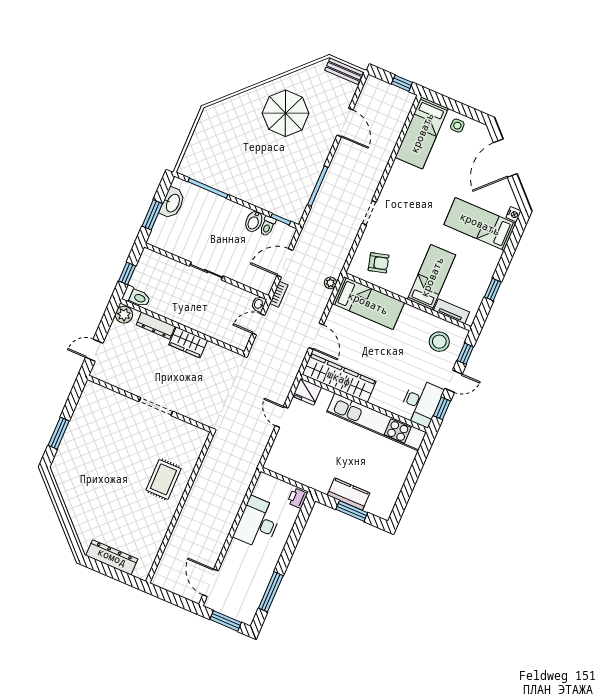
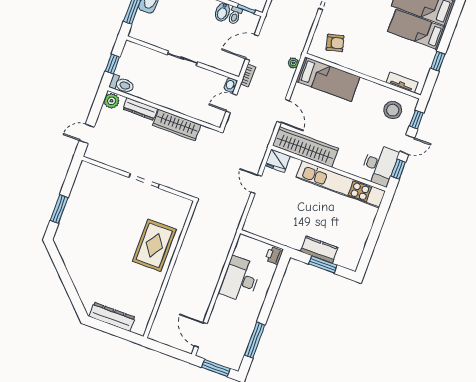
bed: (432, 277) -> (417, 29), moved, turned -90
wardrobe: (188, 342) -> (177, 125), width x1.50
rug: (163, 479) -> (154, 245), width x1.36, depth x1.43

